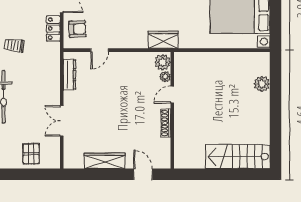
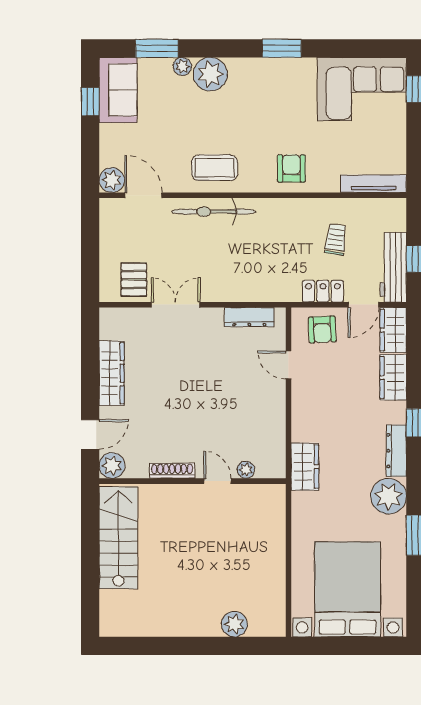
trolley: (14, 45) -> (336, 239), moved
plant: (163, 62) -> (112, 466), moved
pallet: (31, 154) -> (134, 280), moved, turned 90
stairs: (238, 157) -> (118, 538), moved

